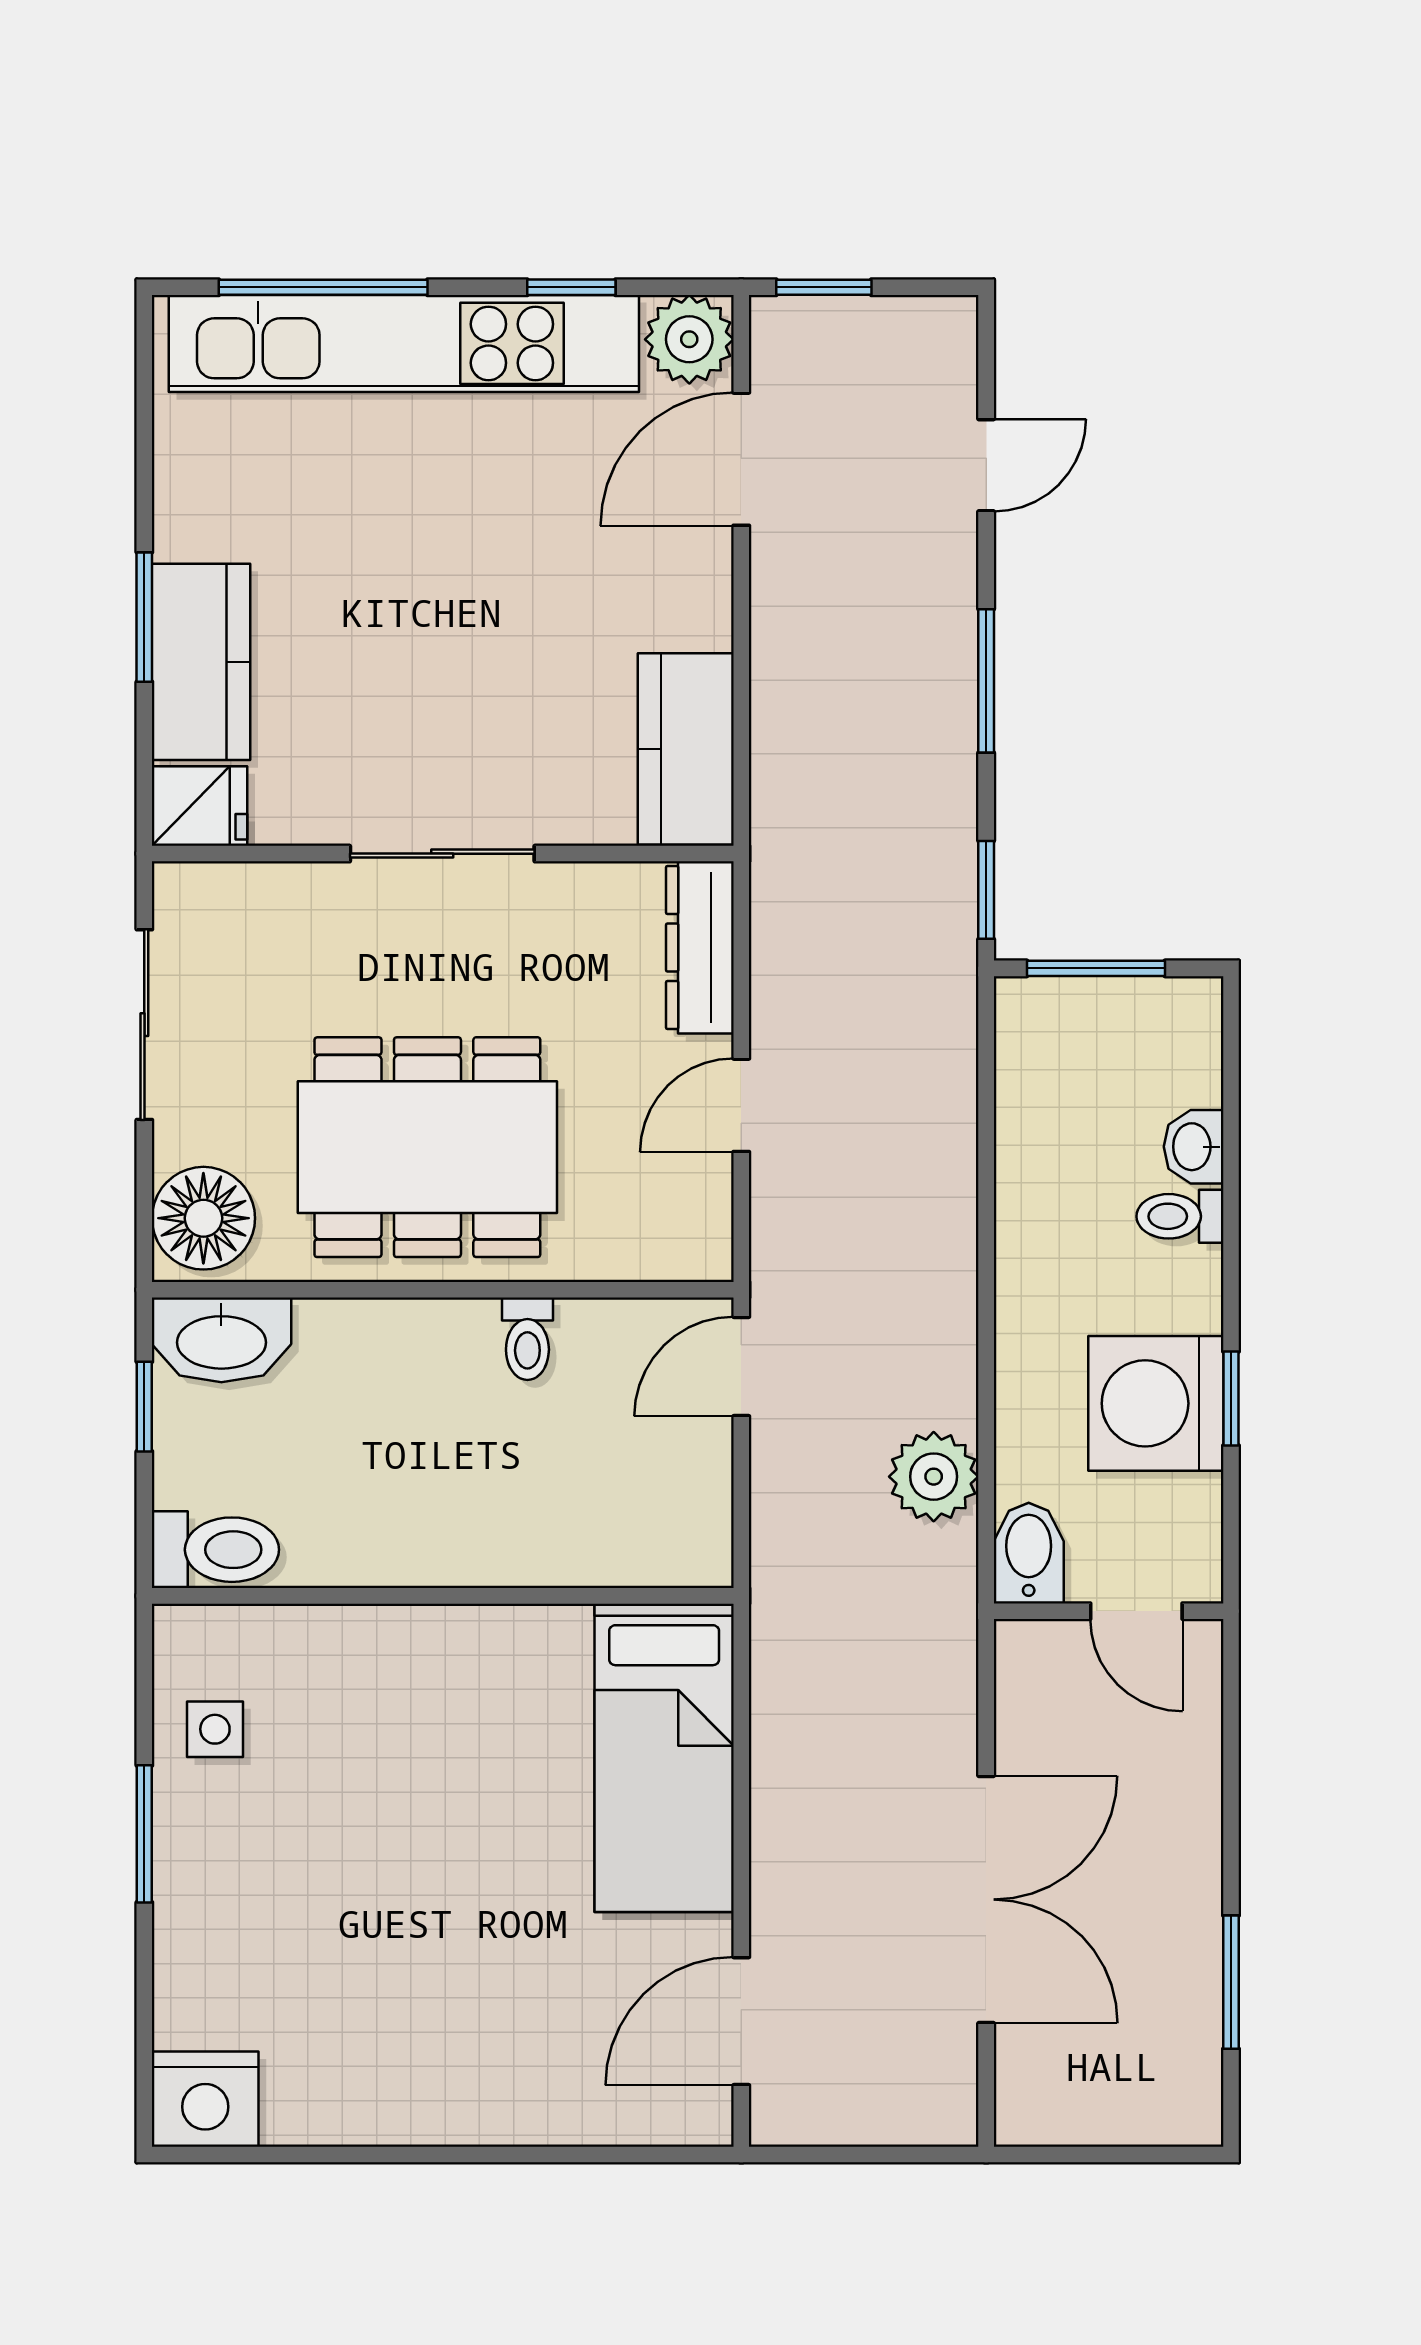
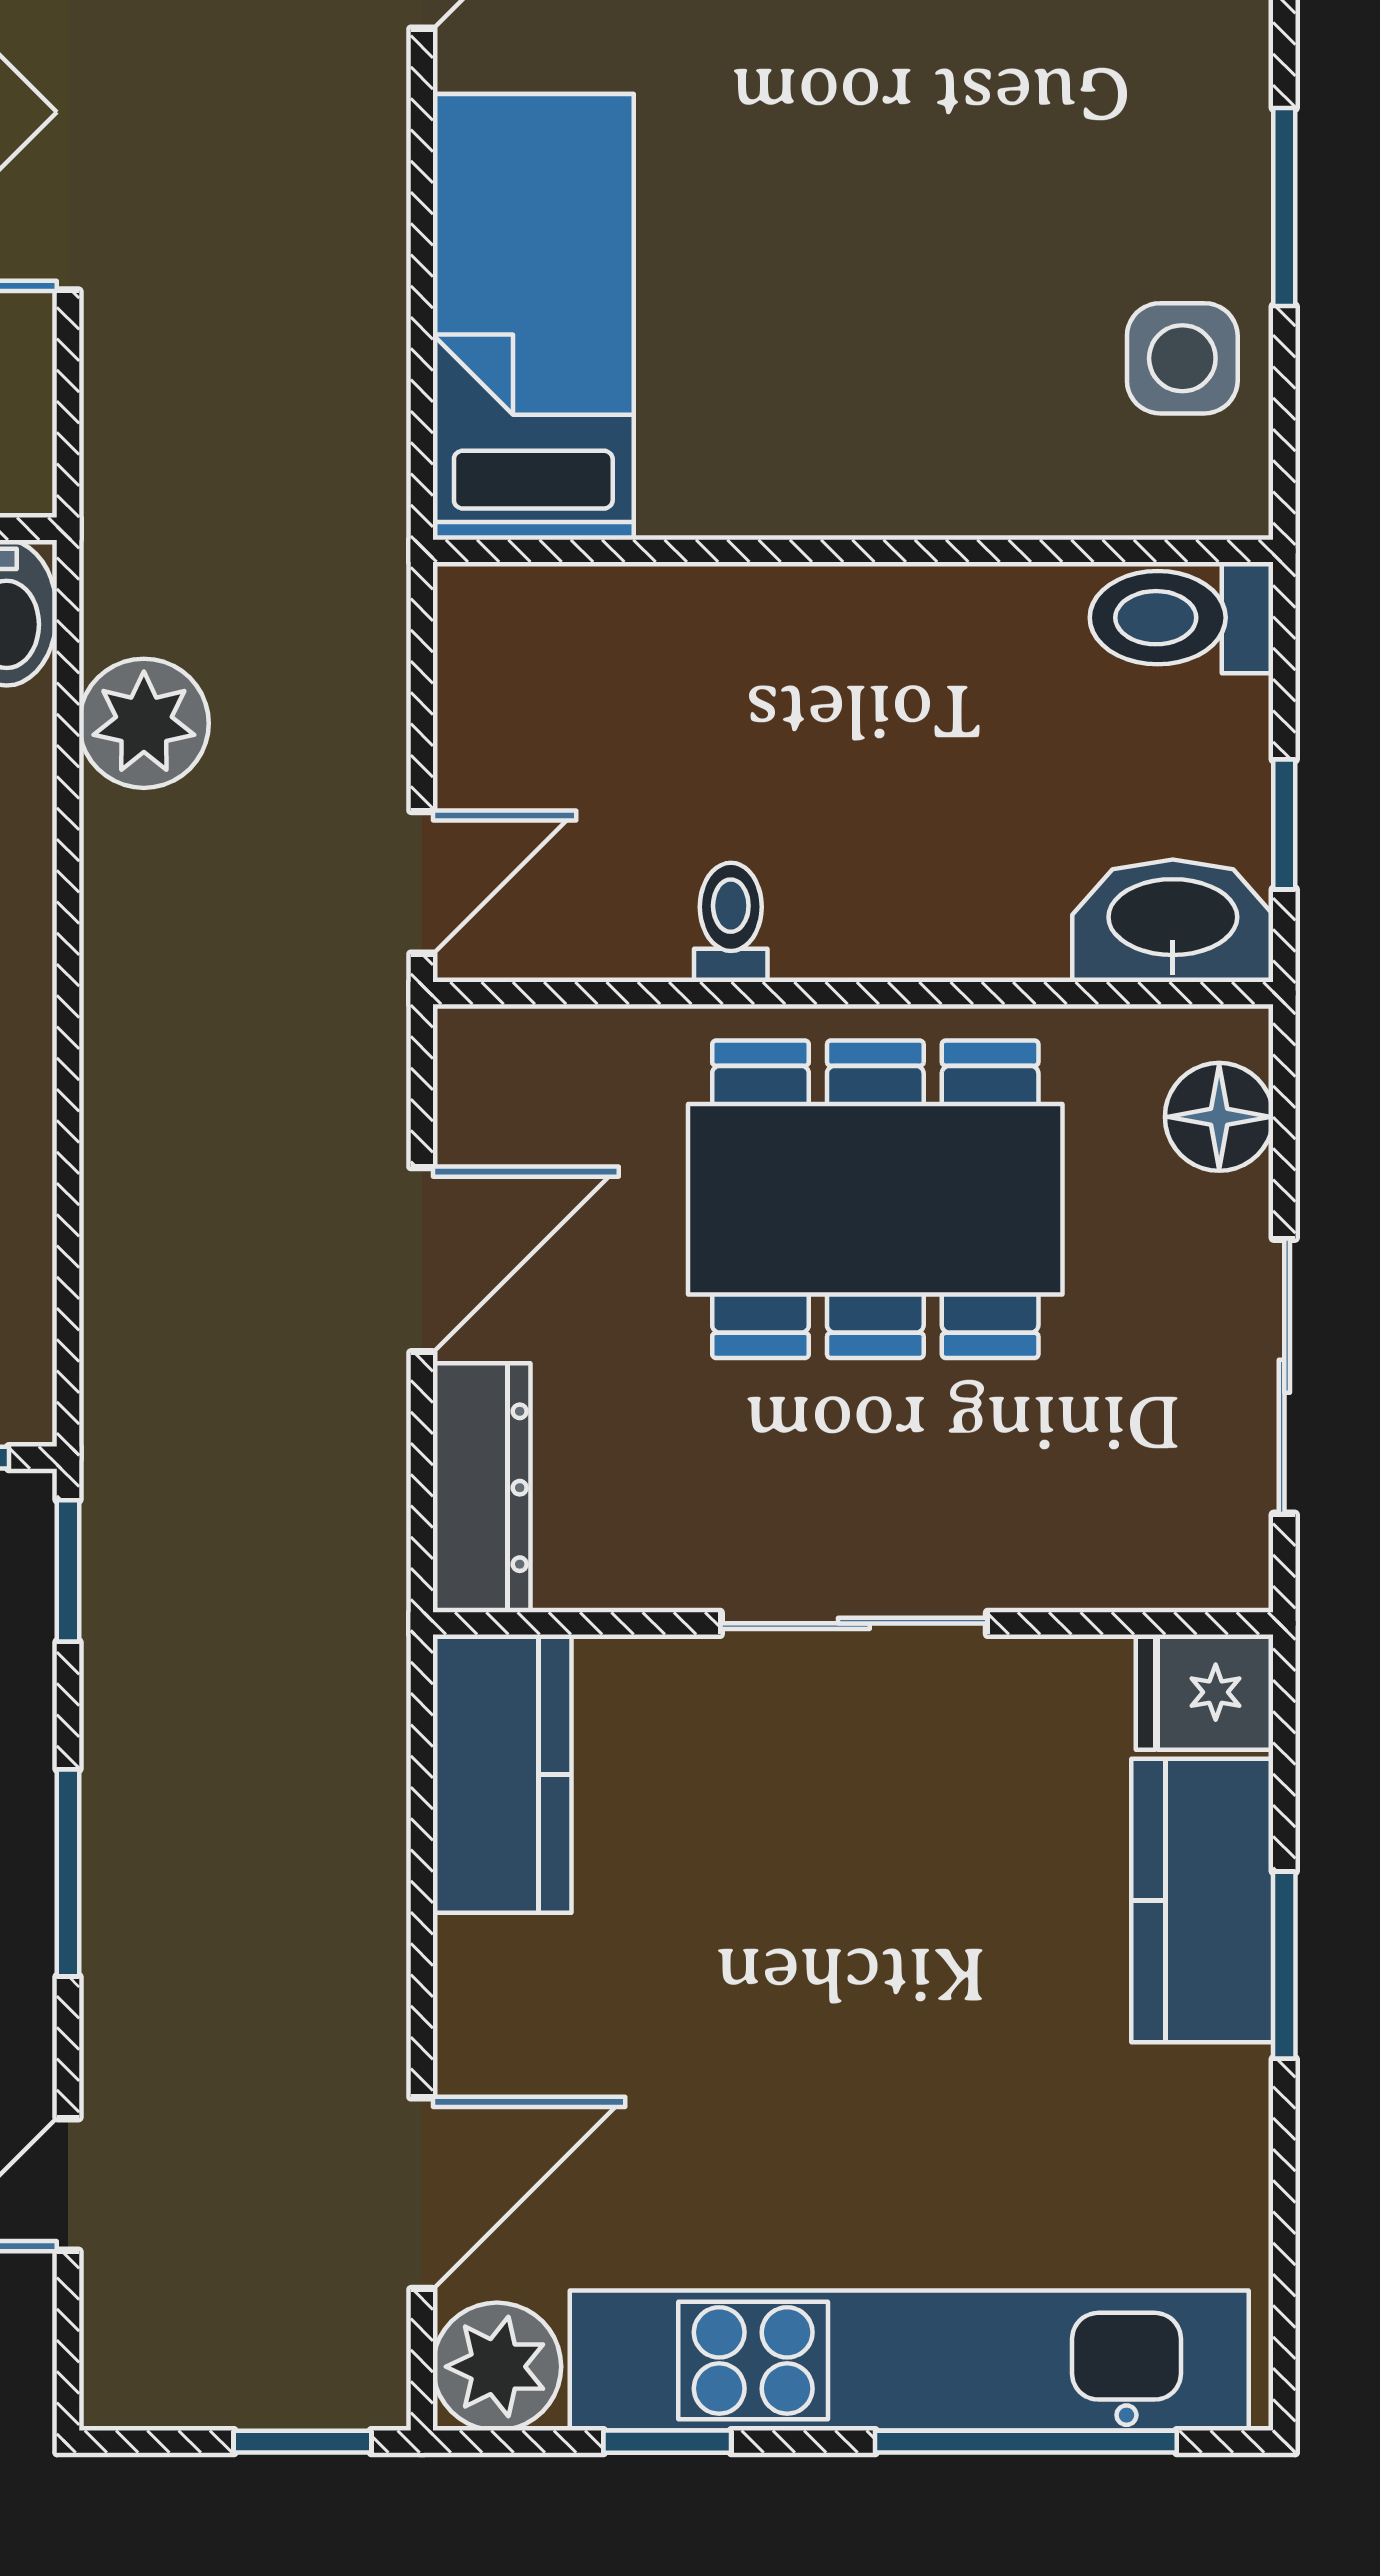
door: (741, 1105) -> (422, 1260), width x1.38
floor lamp: (203, 1218) -> (1219, 1117), width x0.73, depth x0.73
side table: (215, 1729) -> (1182, 358), width x1.37, depth x1.37

